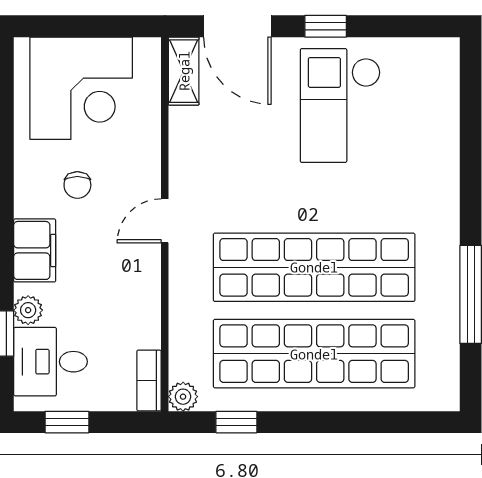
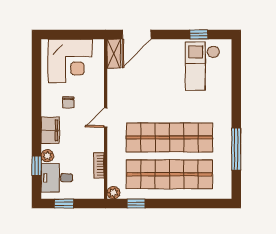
door: (237, 26) -> (137, 35), hinge flipped
window: (326, 26) -> (199, 35), moved
checkout: (340, 106) -> (202, 66), moved
bookcase: (149, 381) -> (99, 165), moved

